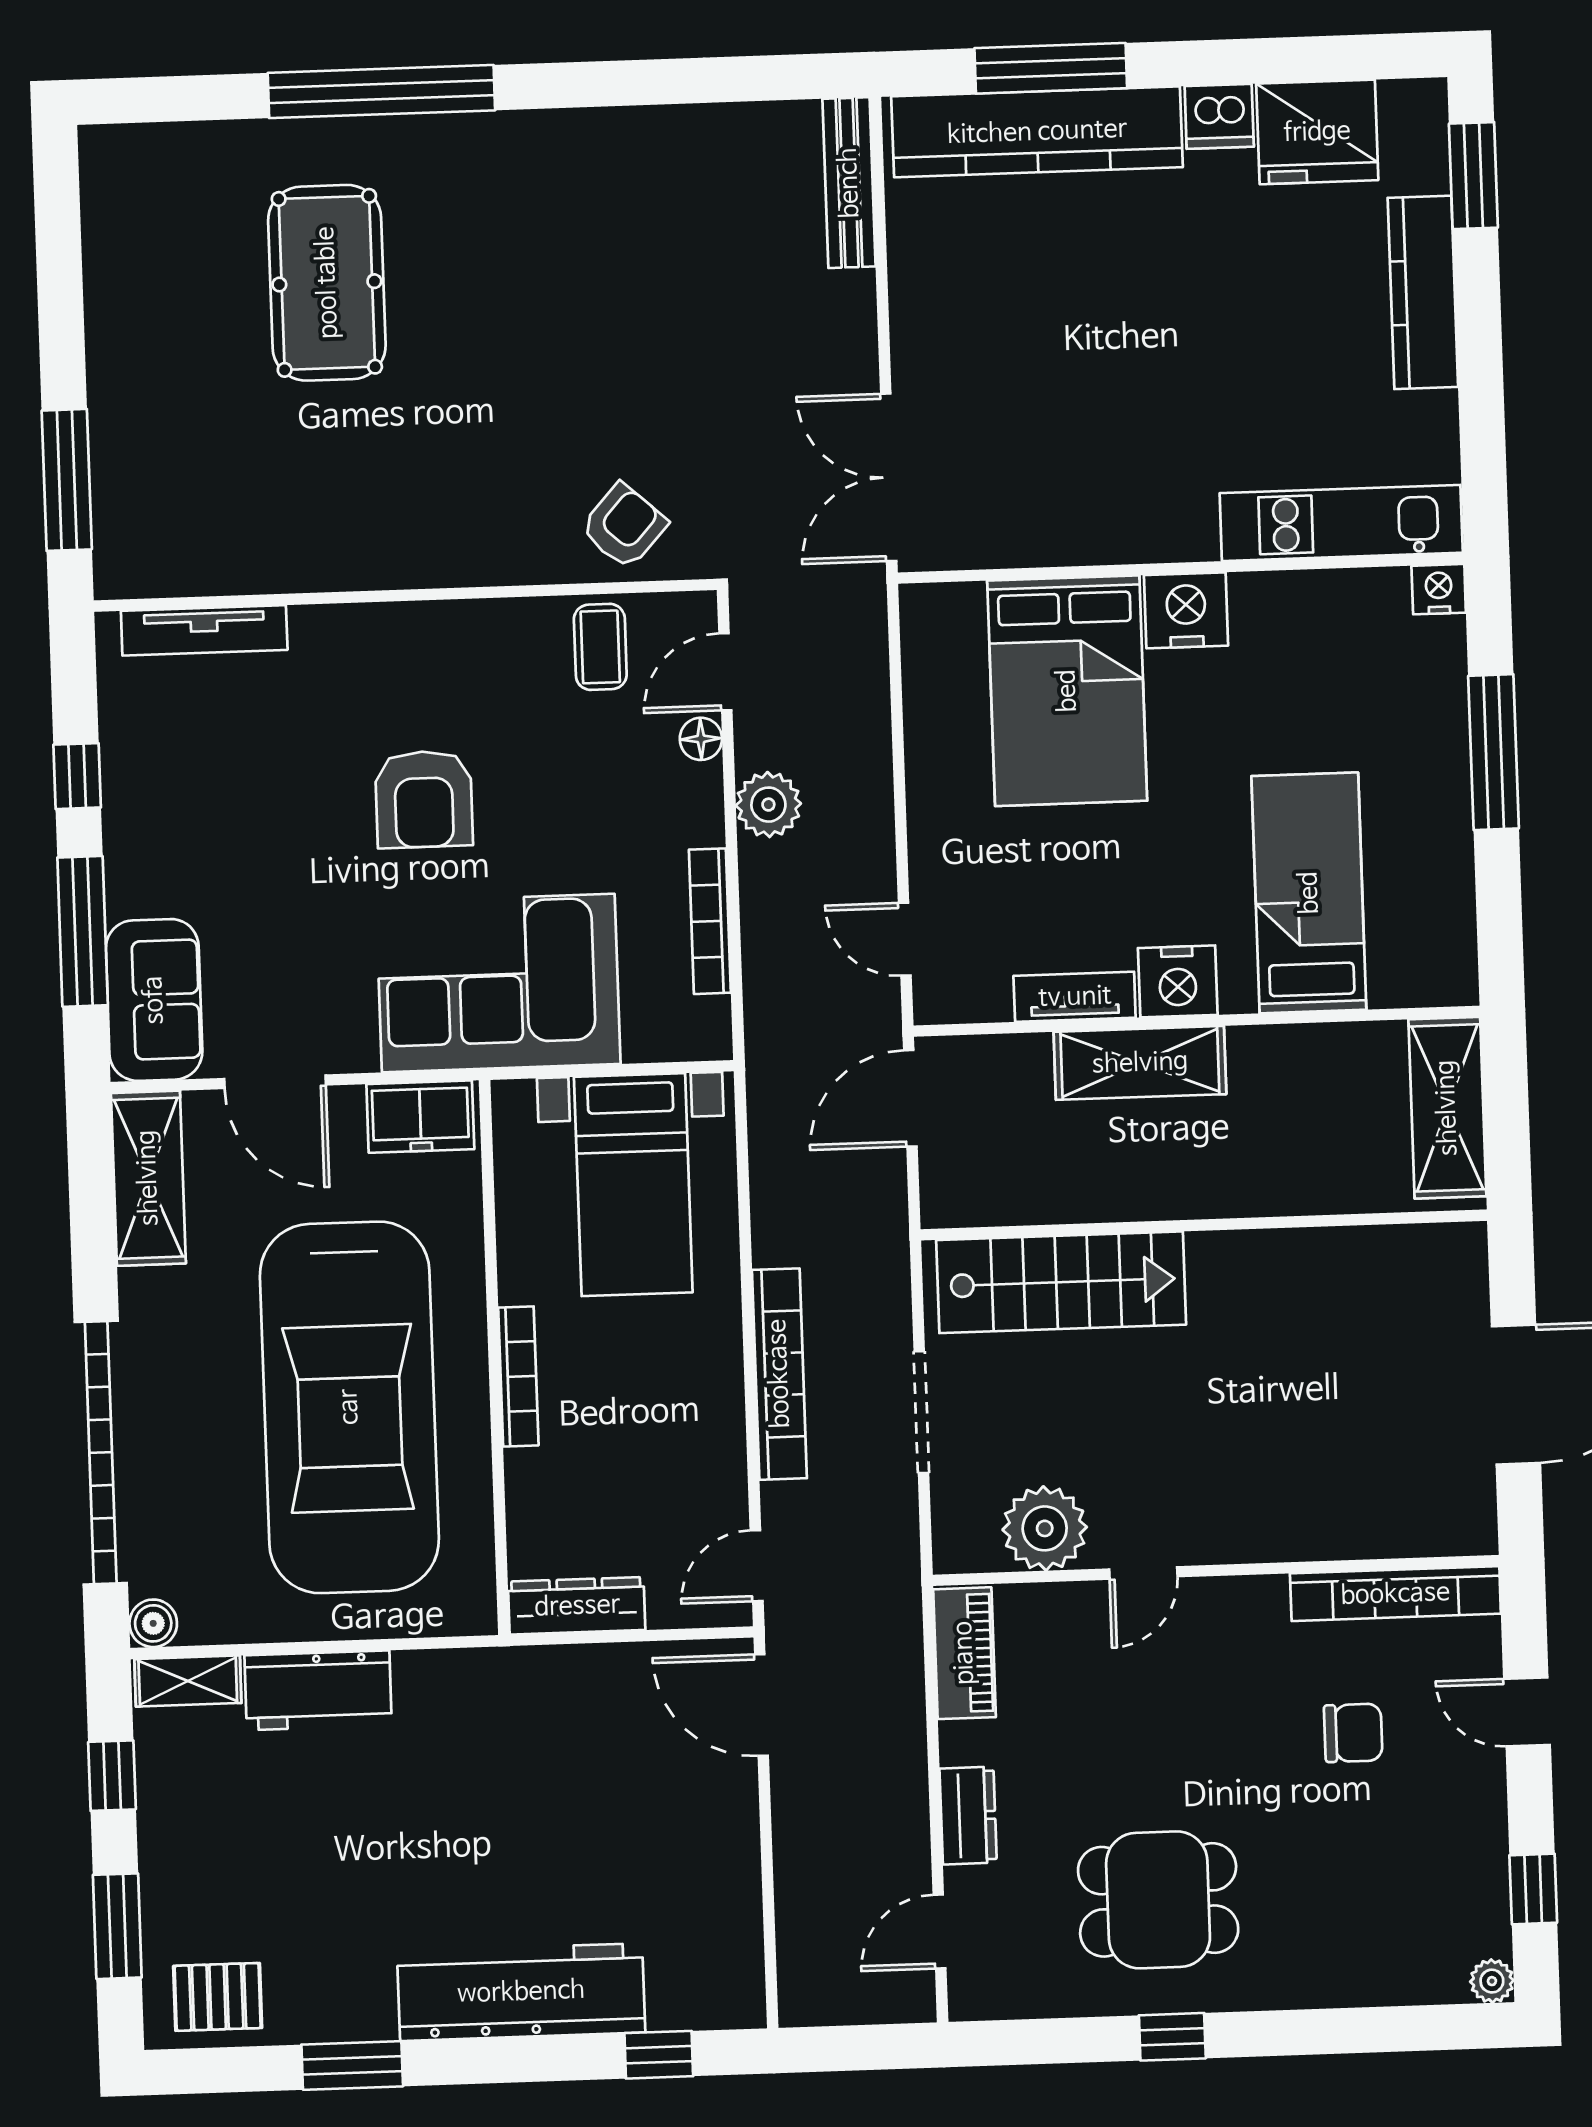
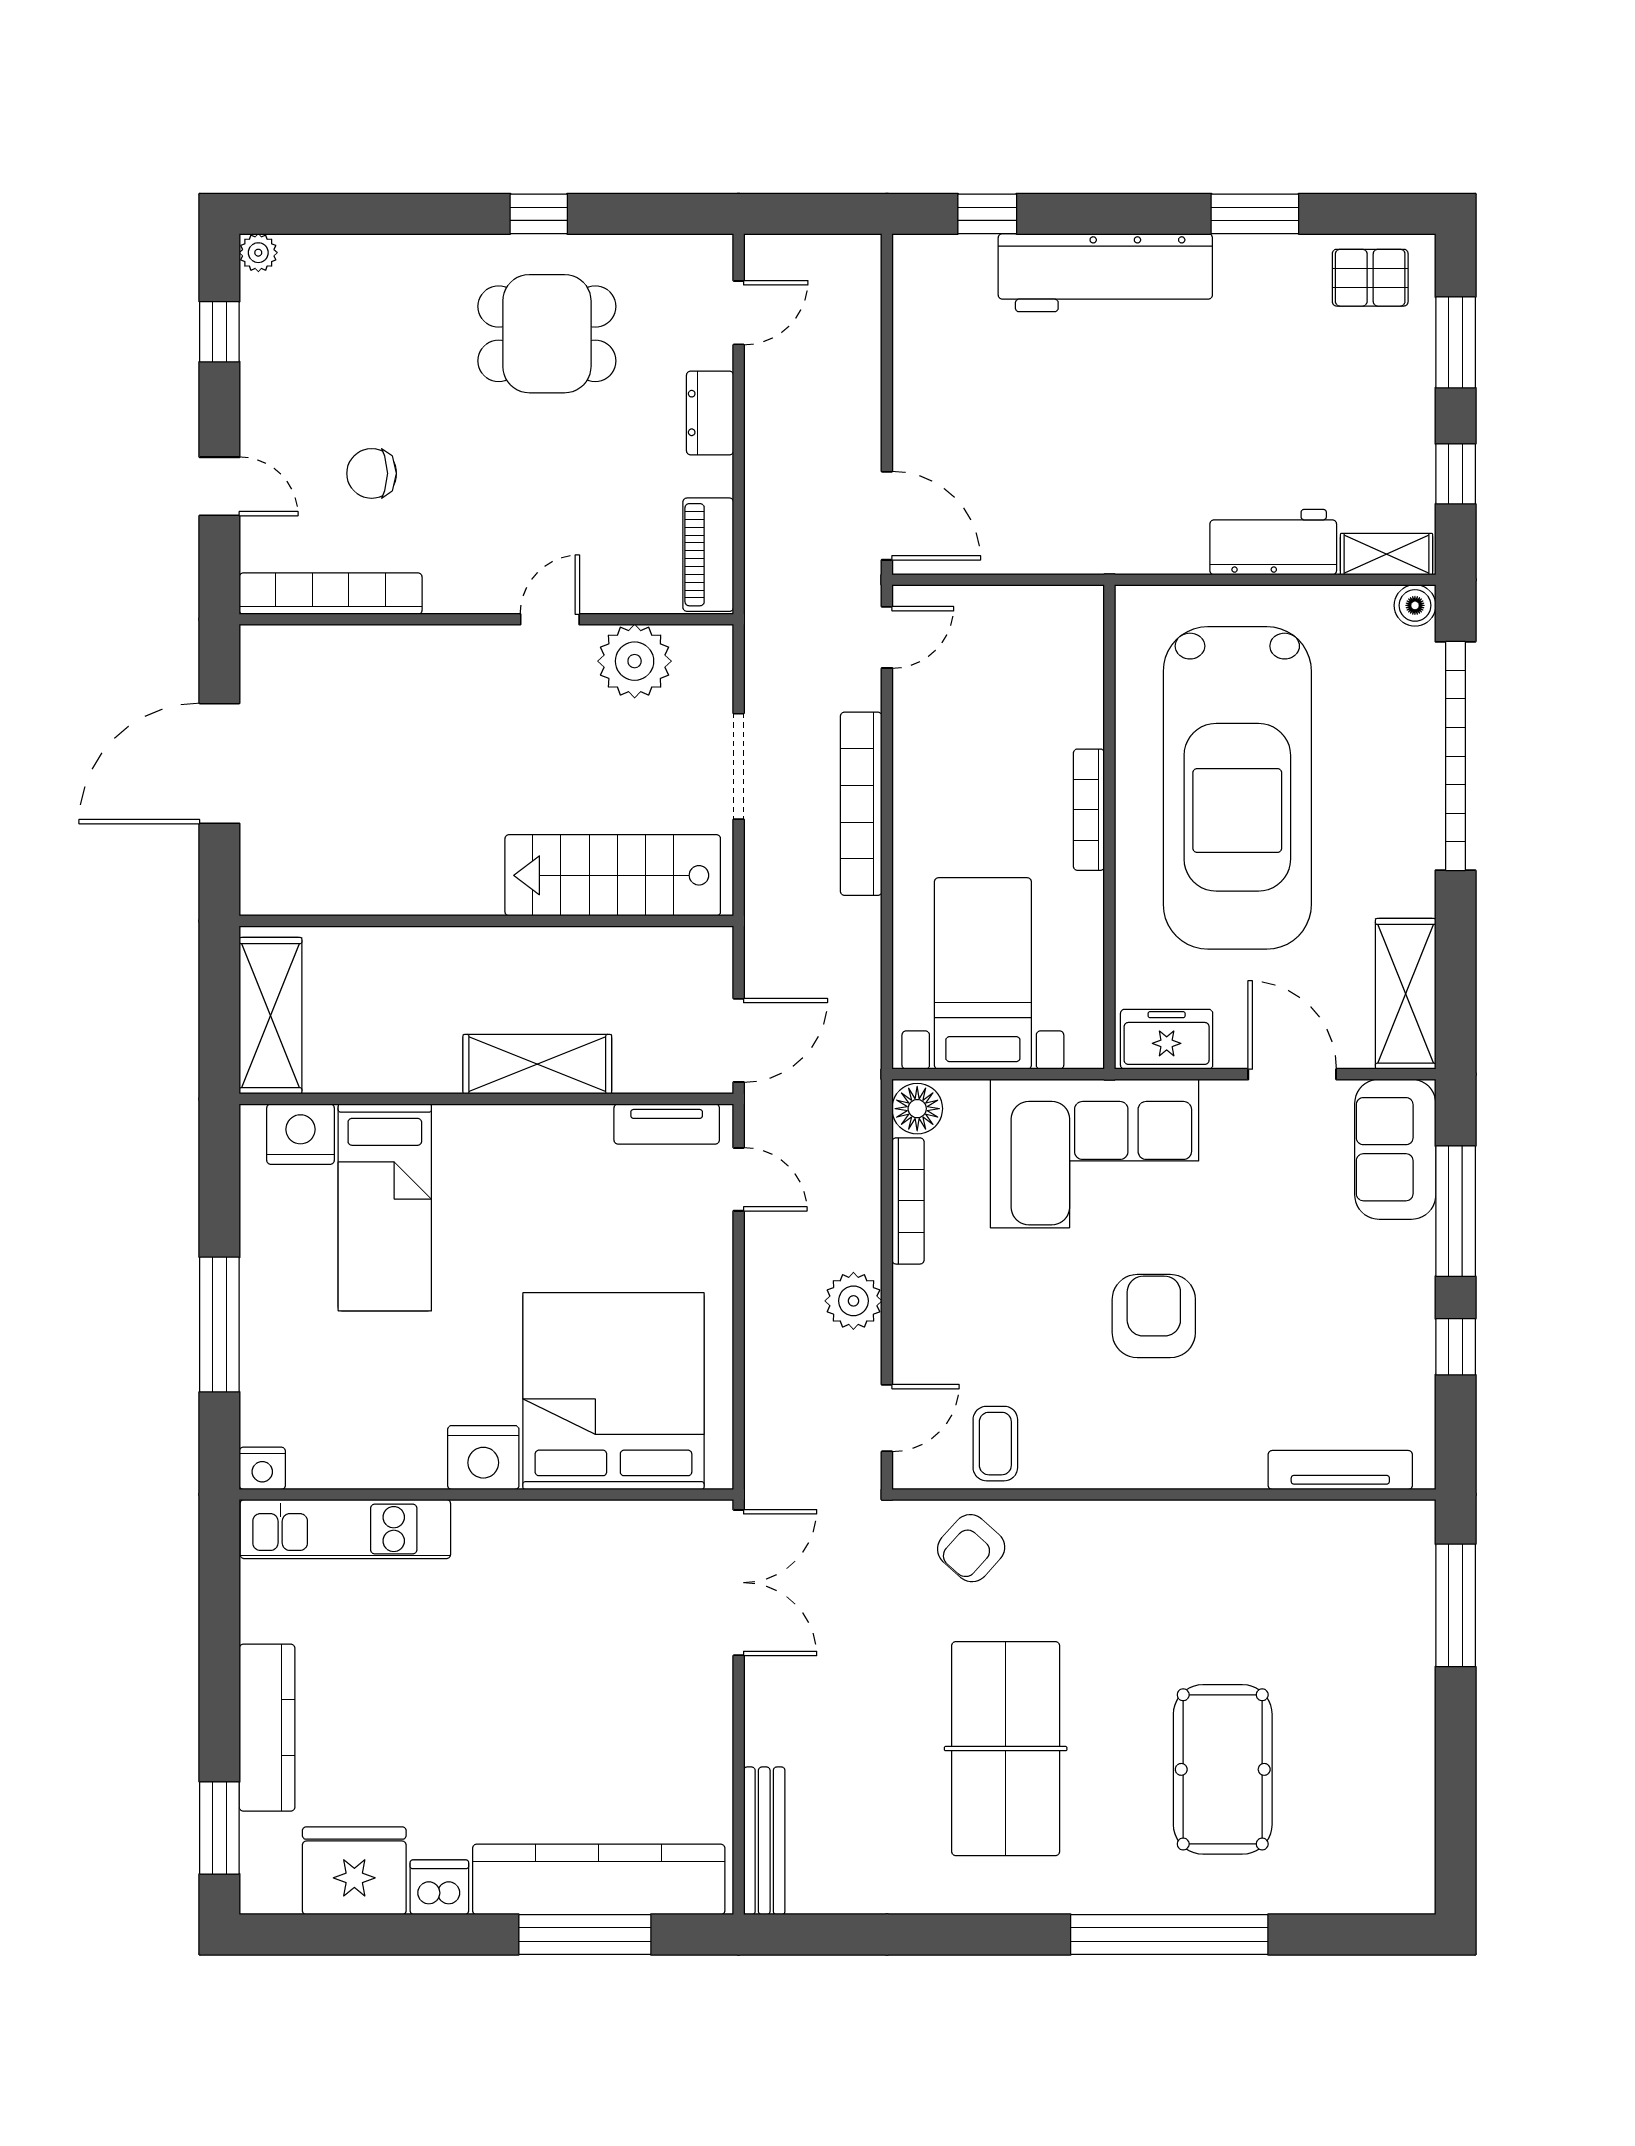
table tennis table: (576, 298) -> (1006, 1749), added
bed: (1067, 691) -> (613, 1391), width x1.36
floor lamp: (701, 739) -> (917, 1109), moved, width x1.37, depth x1.37
nightstand: (1178, 981) -> (300, 1134), moved
tv unit: (1075, 997) -> (667, 1124), moved
car: (349, 1407) -> (1237, 788), turned 180
dresser: (577, 1606) -> (1045, 608), removed

